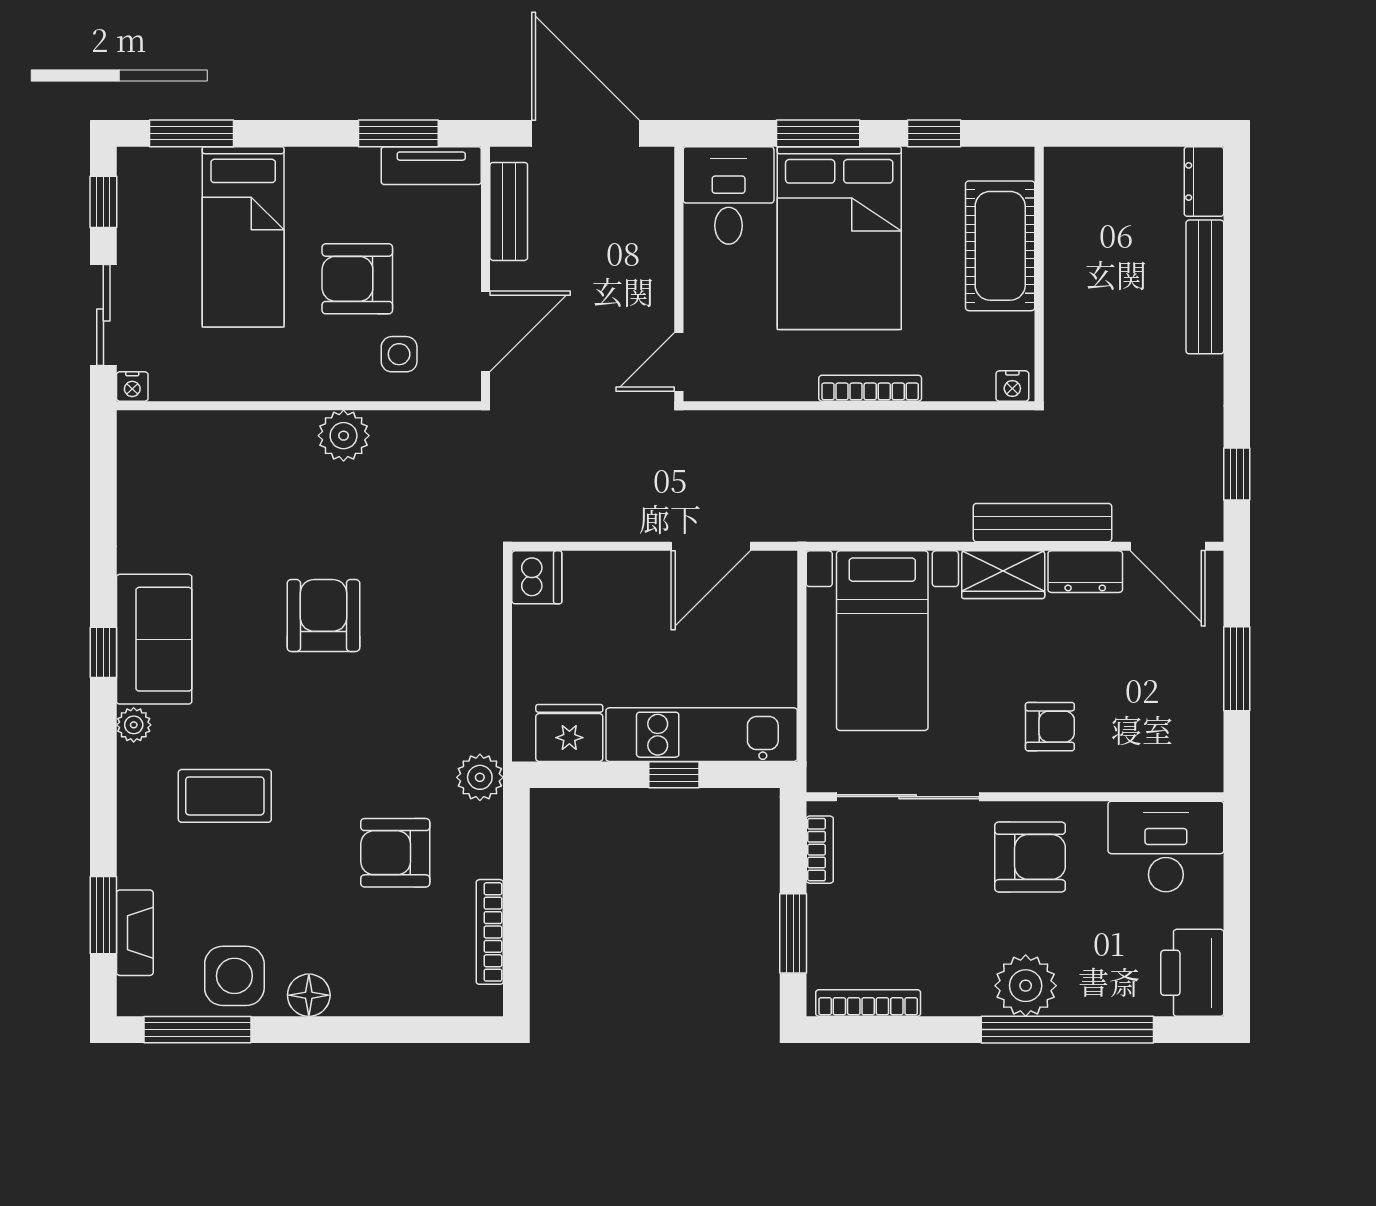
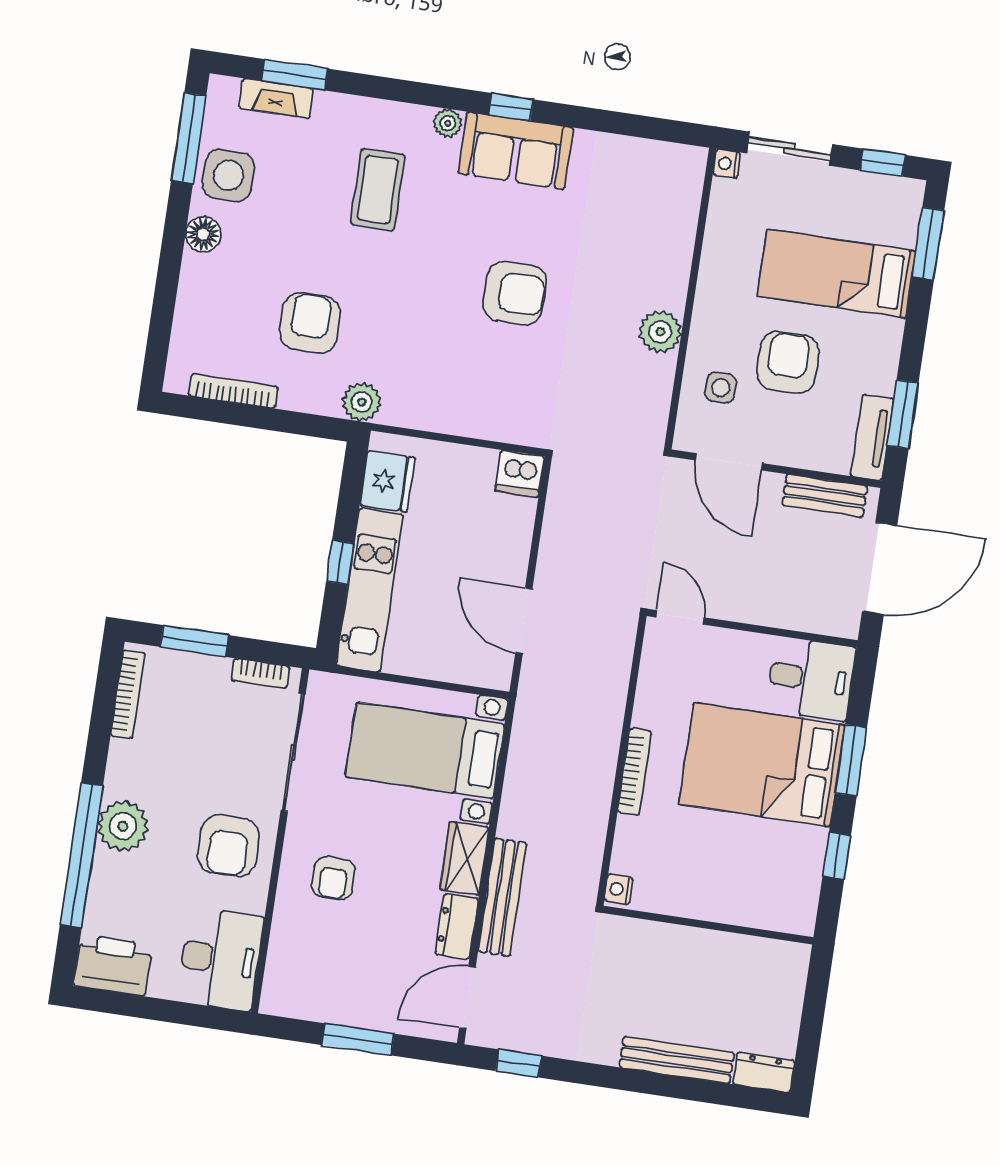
cot: (1000, 246) -> (736, 896), removed

